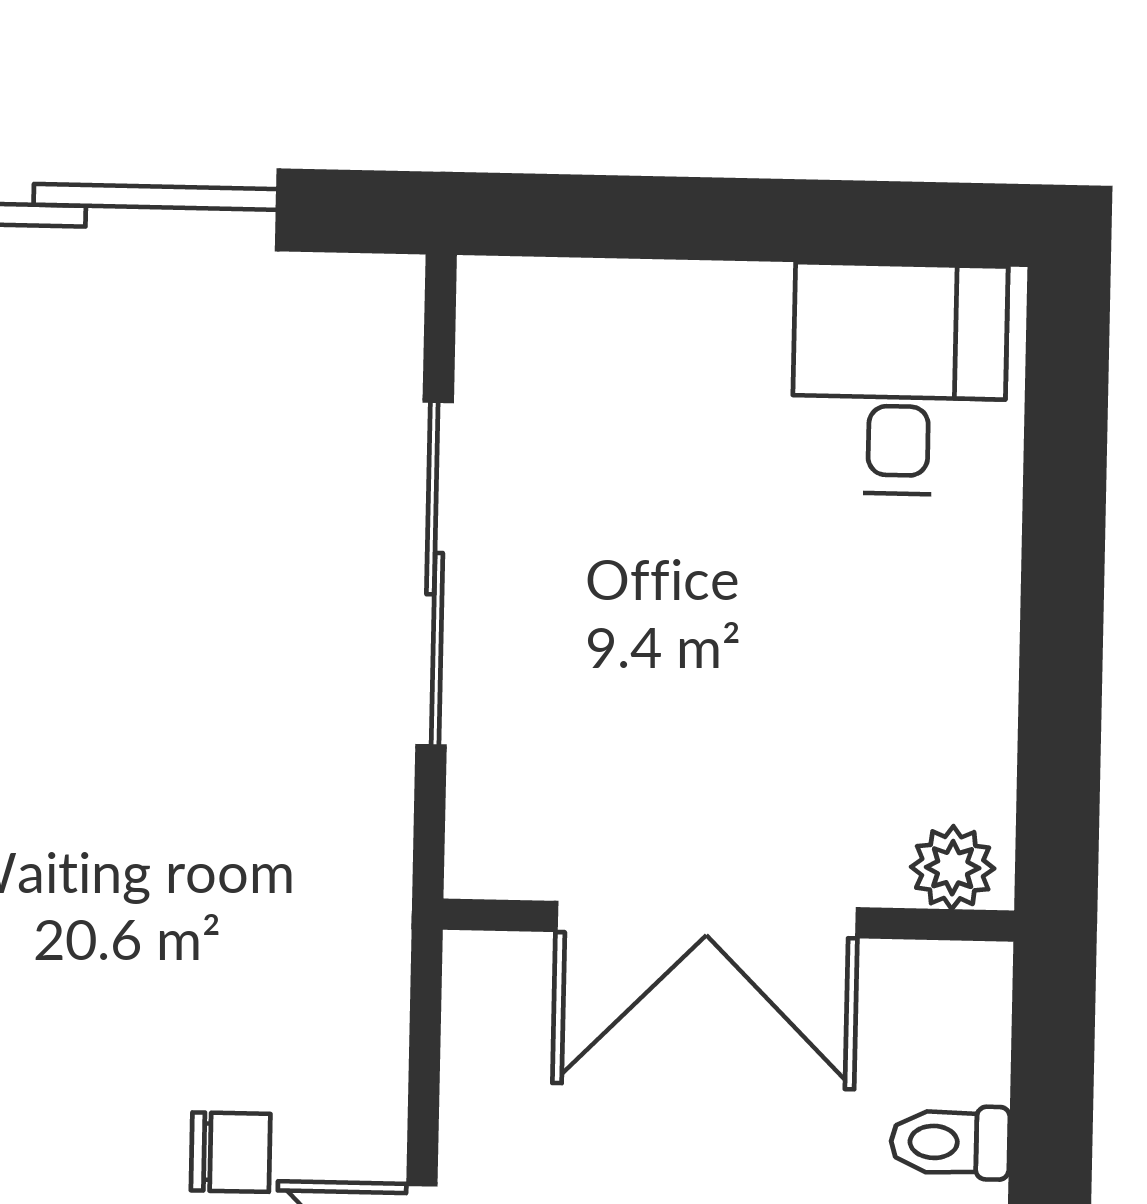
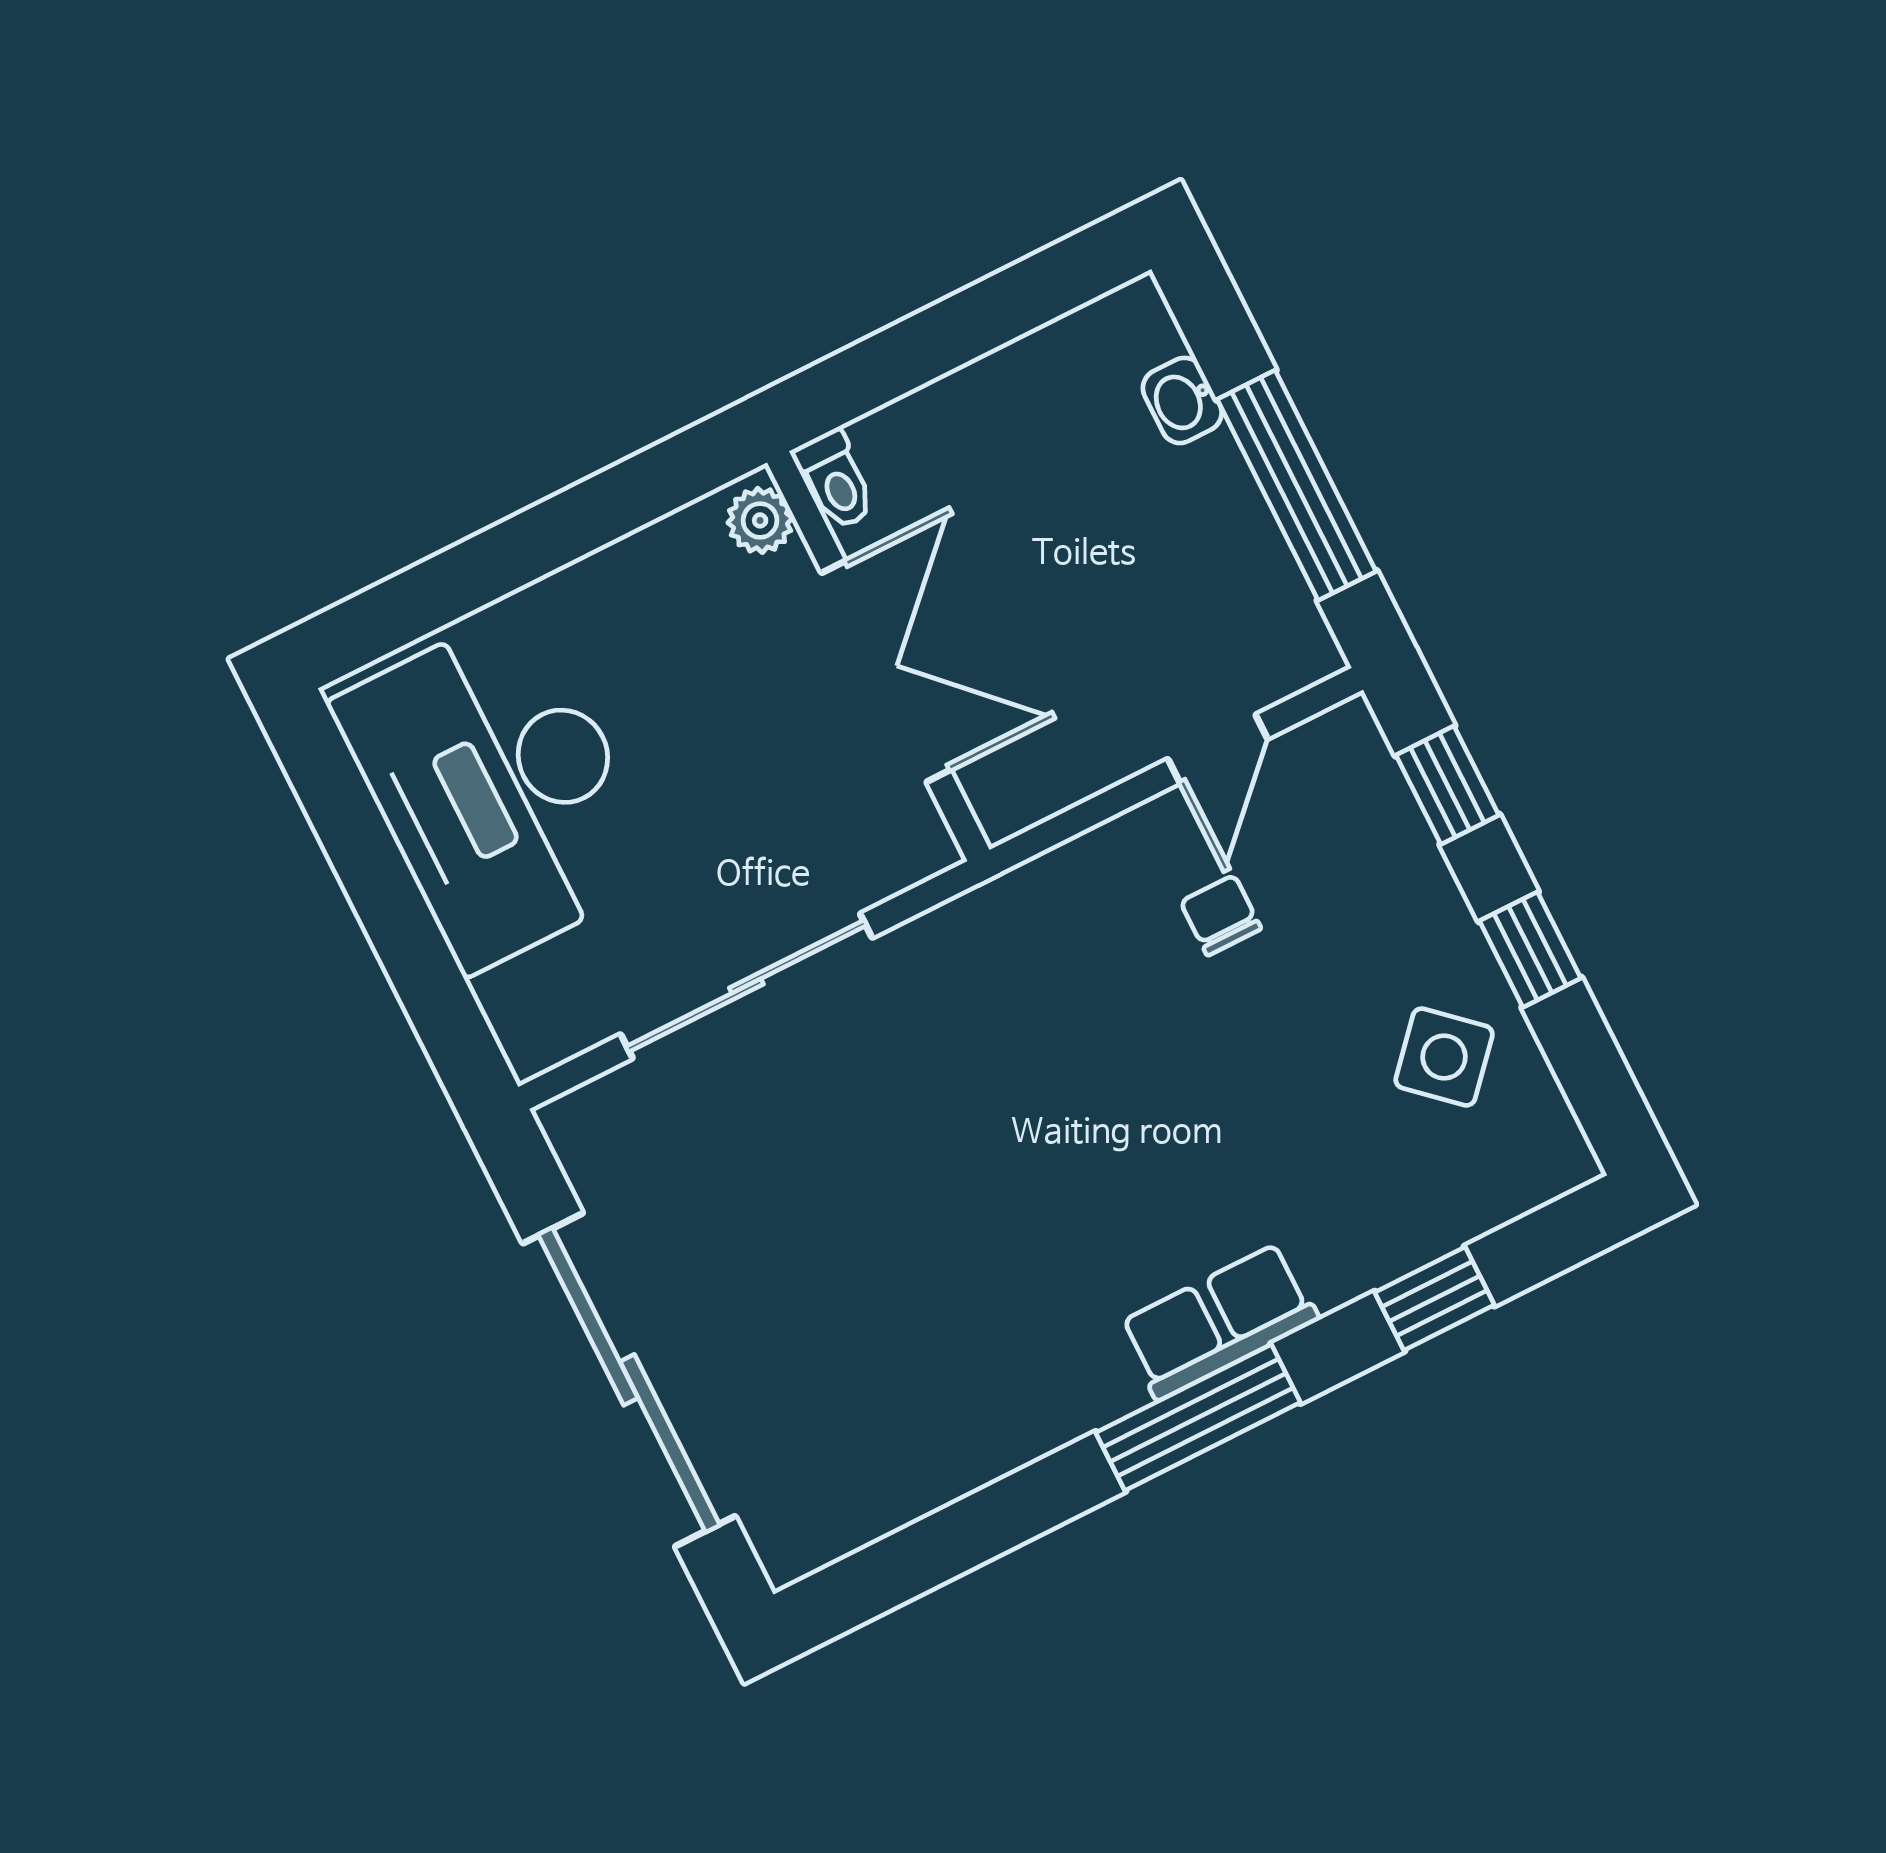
desk: (899, 379) -> (498, 789), width x1.87, depth x1.30
toilet: (950, 1142) -> (835, 480), moved

